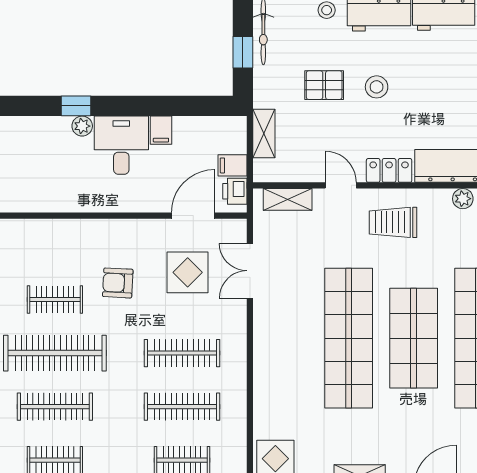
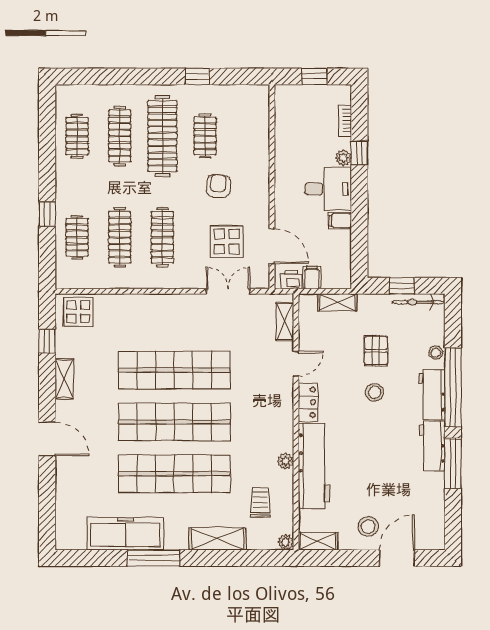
bookcase: (35, 124) -> (345, 121), added
trolley: (393, 222) -> (266, 406), removed
shop shelf: (414, 338) -> (174, 422), width x1.40

